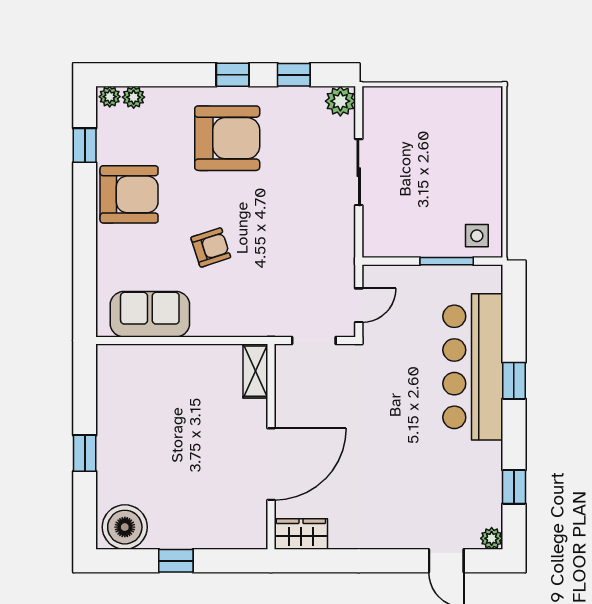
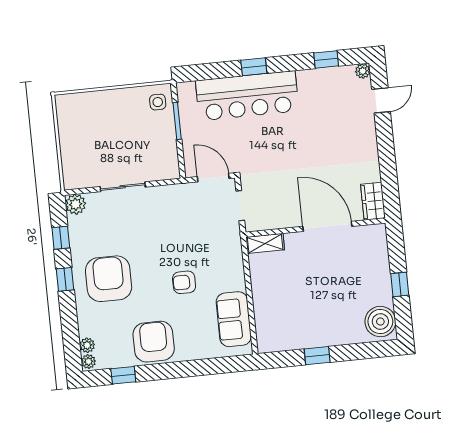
armchair: (211, 247) -> (184, 282), turned -72
door: (359, 305) -> (213, 178), width x1.37
window: (85, 453) -> (317, 356), moved

